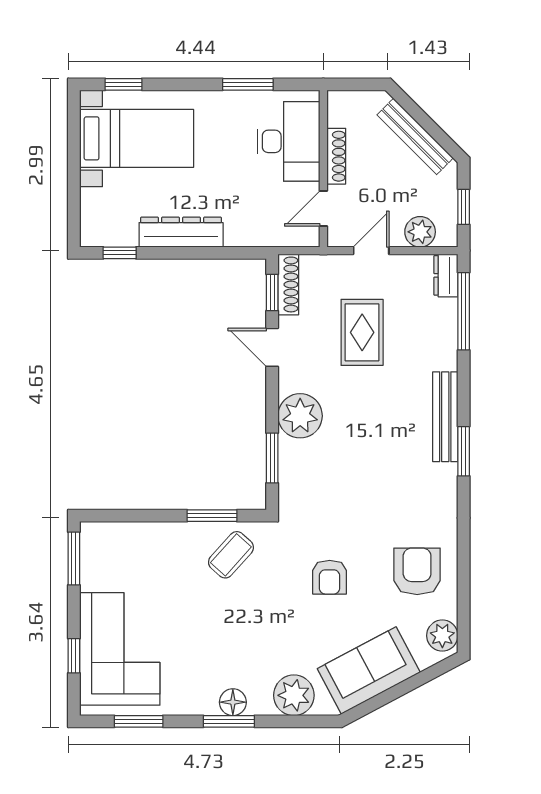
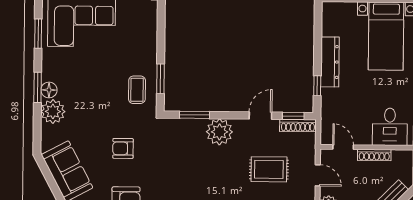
desk: (289, 141) -> (390, 127), width x0.73
window: (120, 253) -> (317, 86), moved
coffee table: (231, 555) -> (137, 90), turned 48
plant: (294, 695) -> (53, 111), moved

